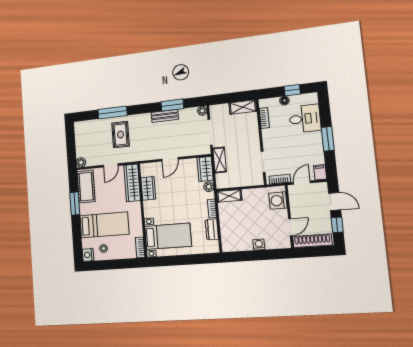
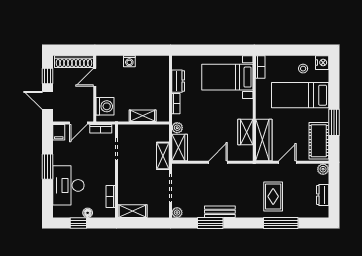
desk: (305, 119) -> (68, 185), width x1.37
dresser: (80, 140) -> (323, 195), added
shelving: (229, 196) -> (143, 116), moved

